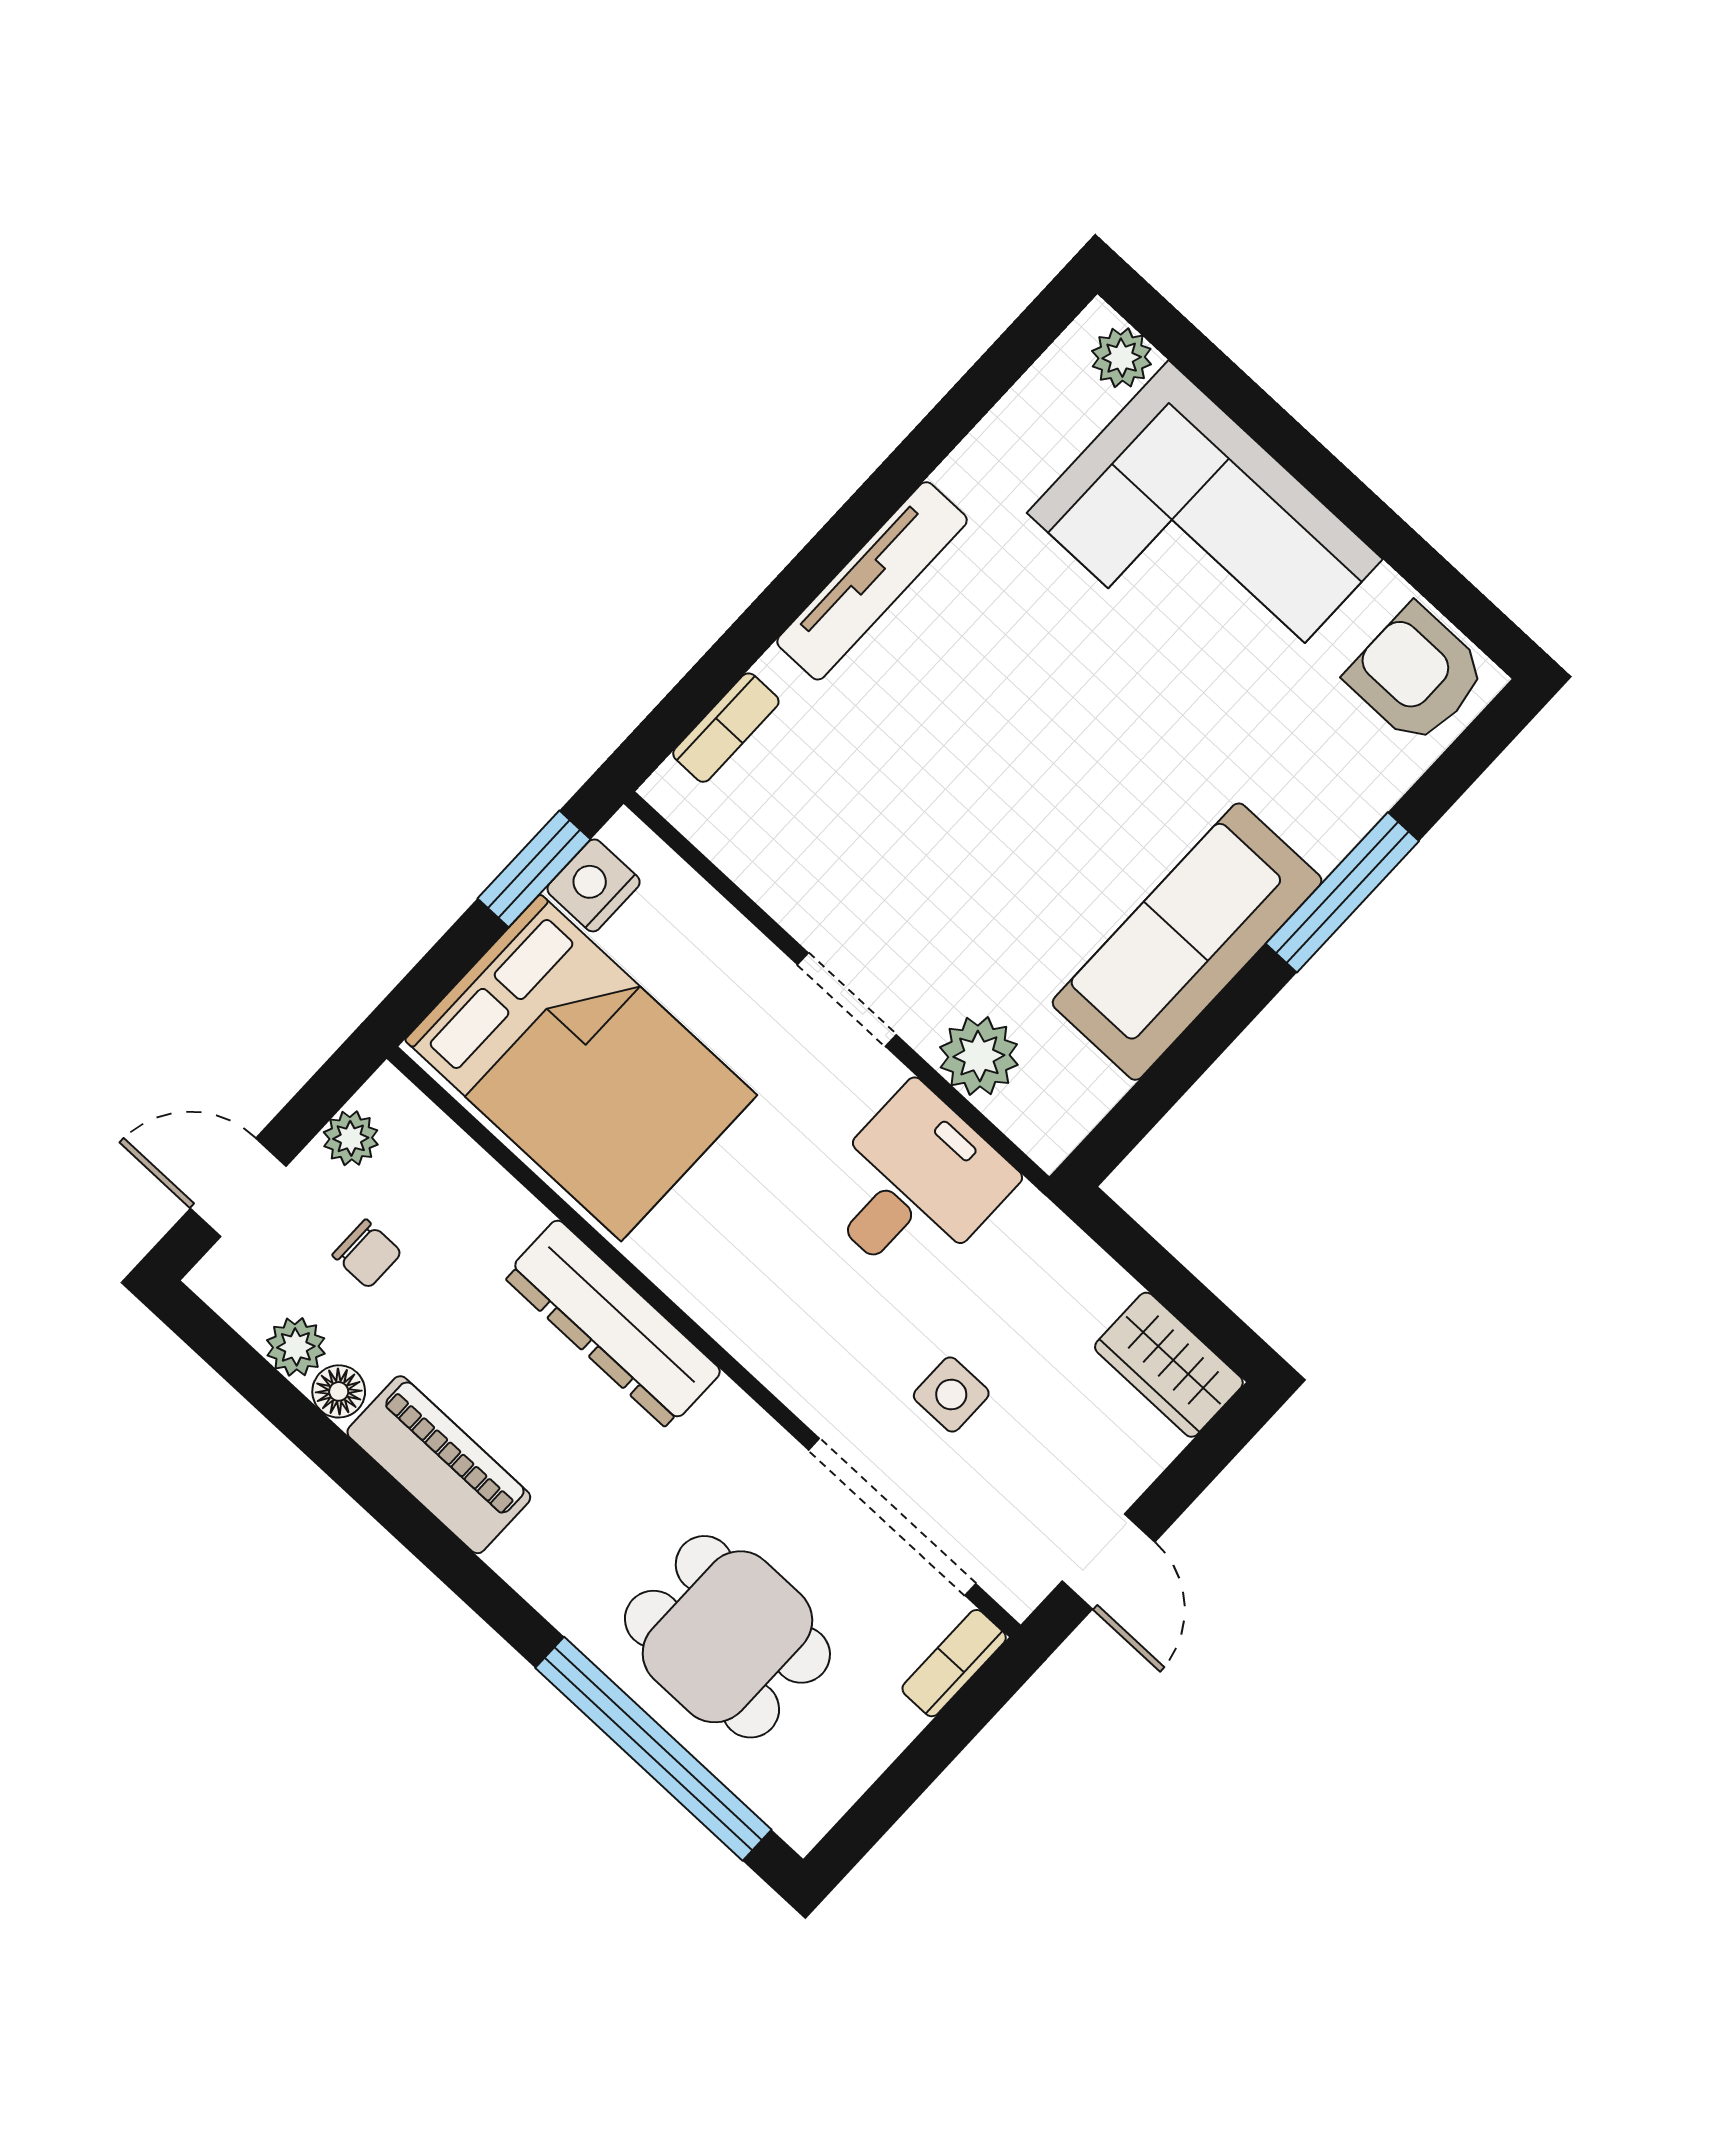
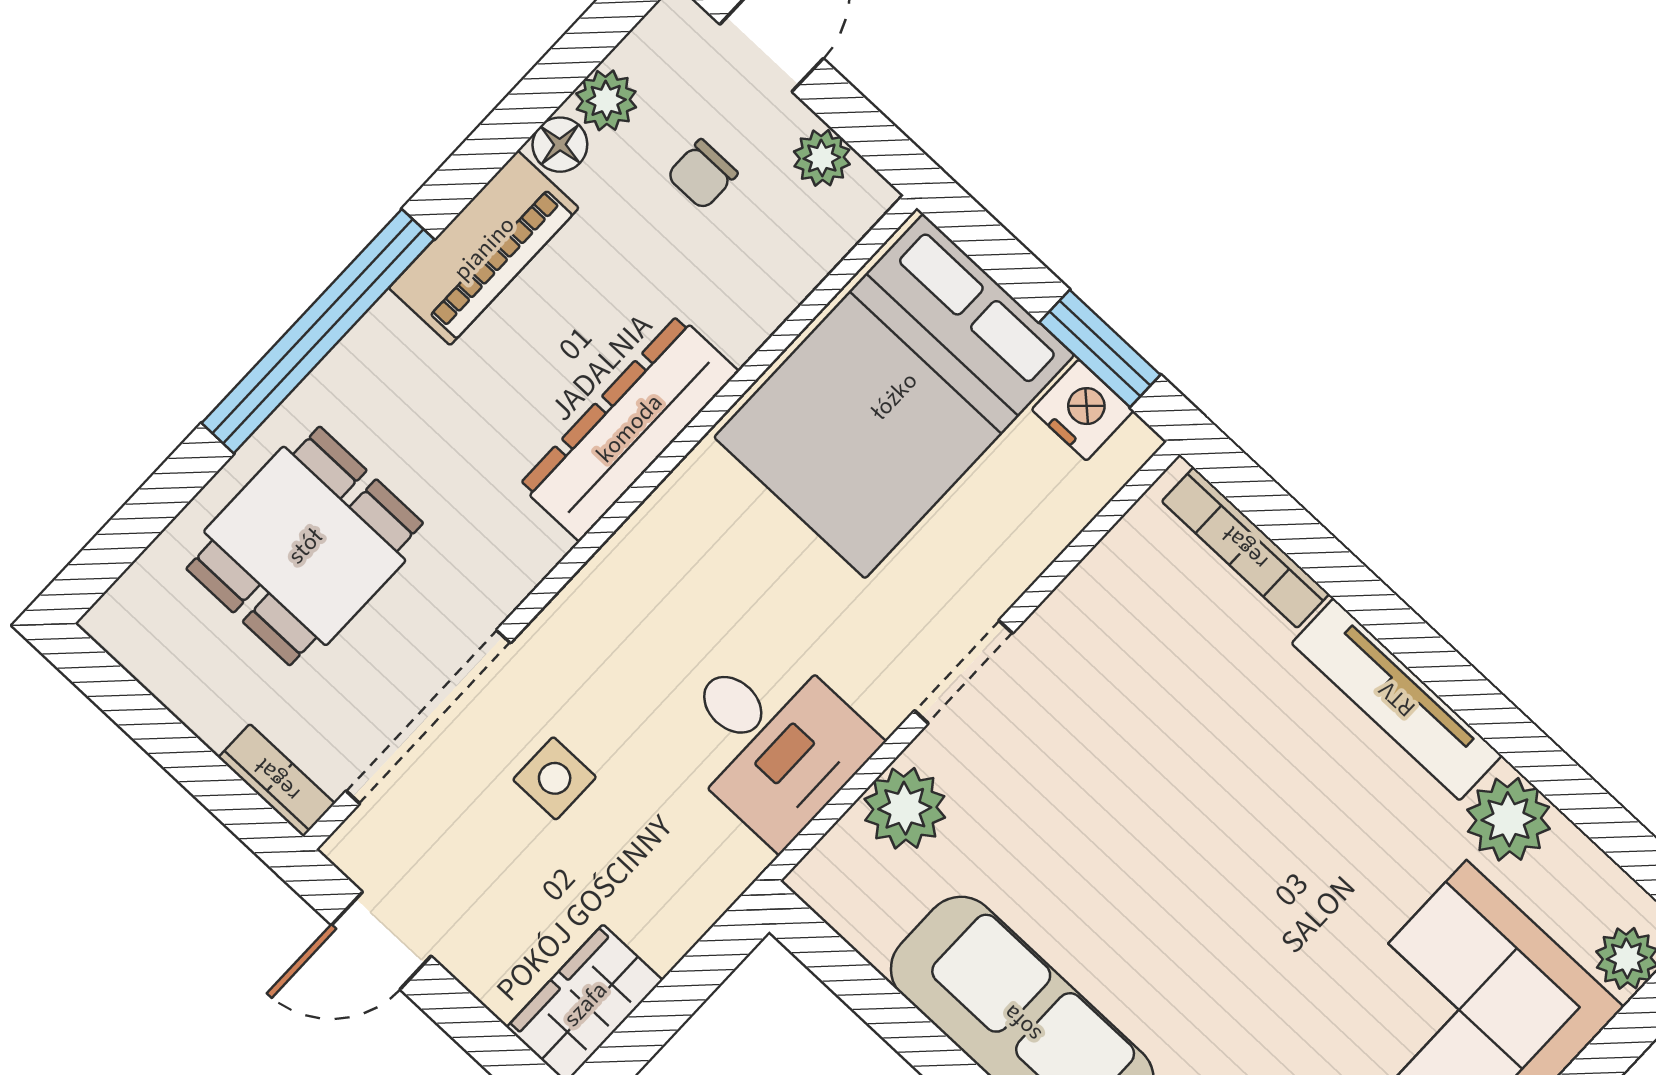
plant: (988, 472) -> (1509, 819), added
bookcase: (726, 728) -> (1245, 548), width x1.56
window: (653, 1749) -> (318, 331), moved

